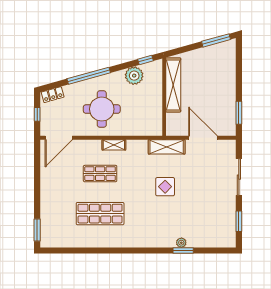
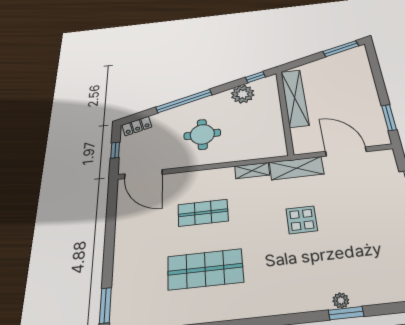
round table: (102, 109) -> (202, 134), width x0.73, depth x0.73
door: (59, 138) -> (143, 174), hinge flipped
shelving: (114, 145) -> (252, 171), moved

